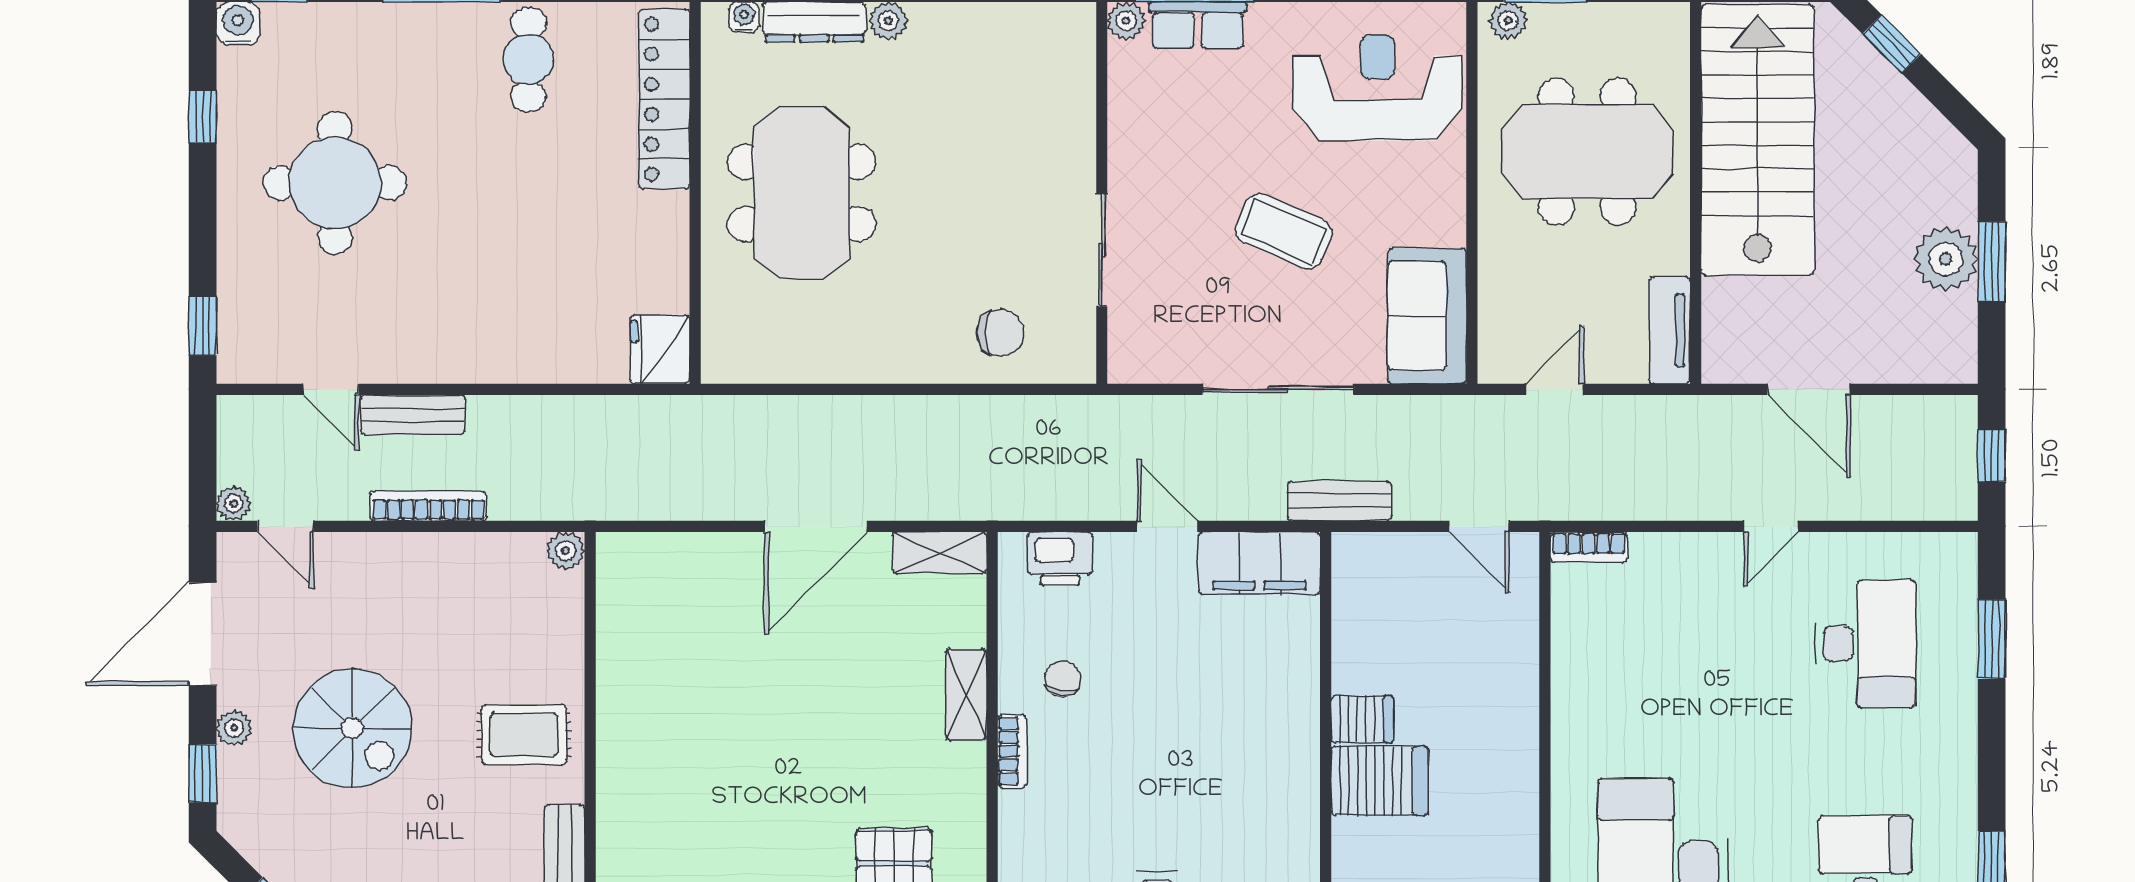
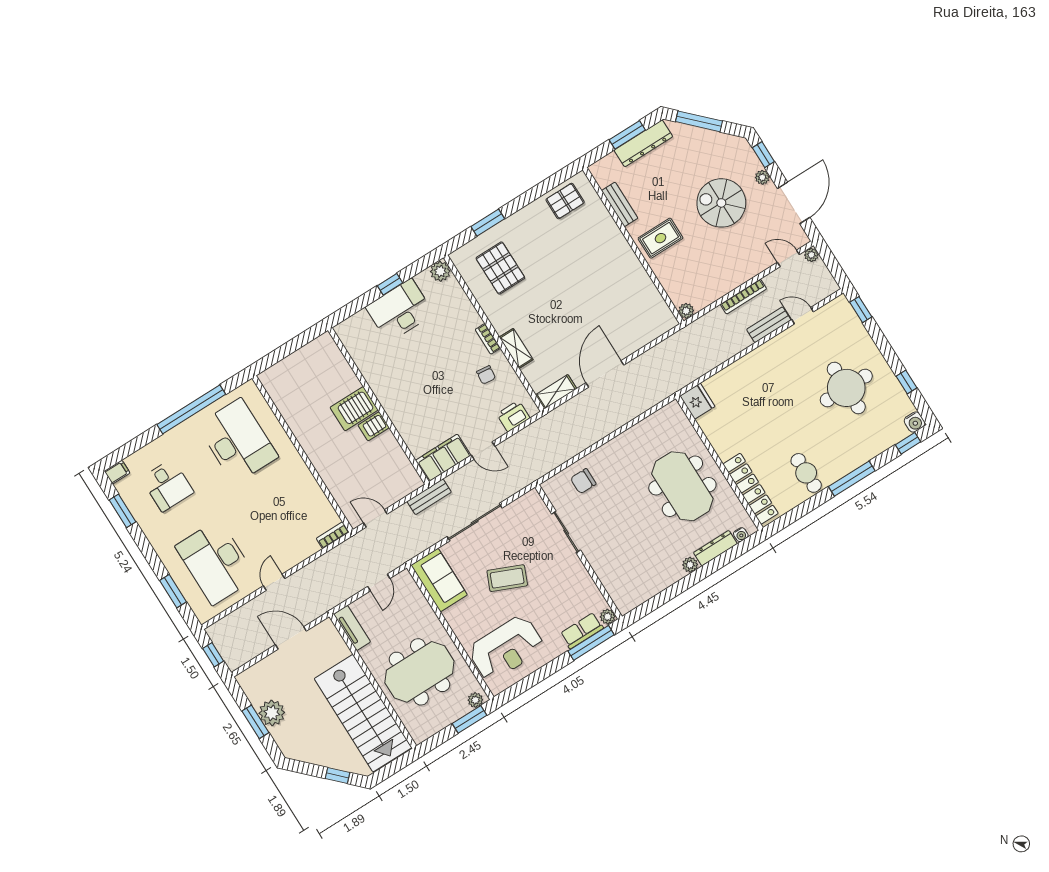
desk: (1865, 644) -> (216, 562), width x1.36, depth x1.30

